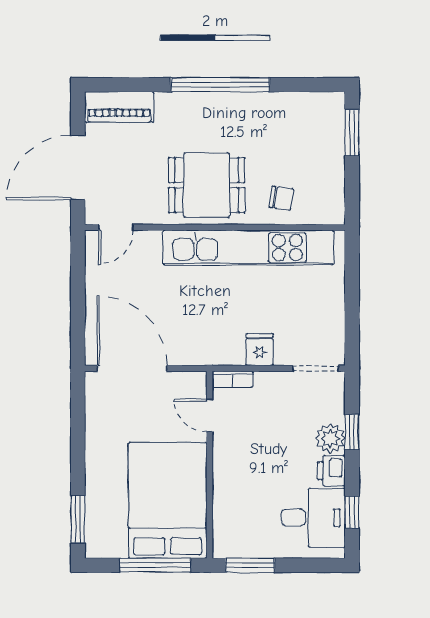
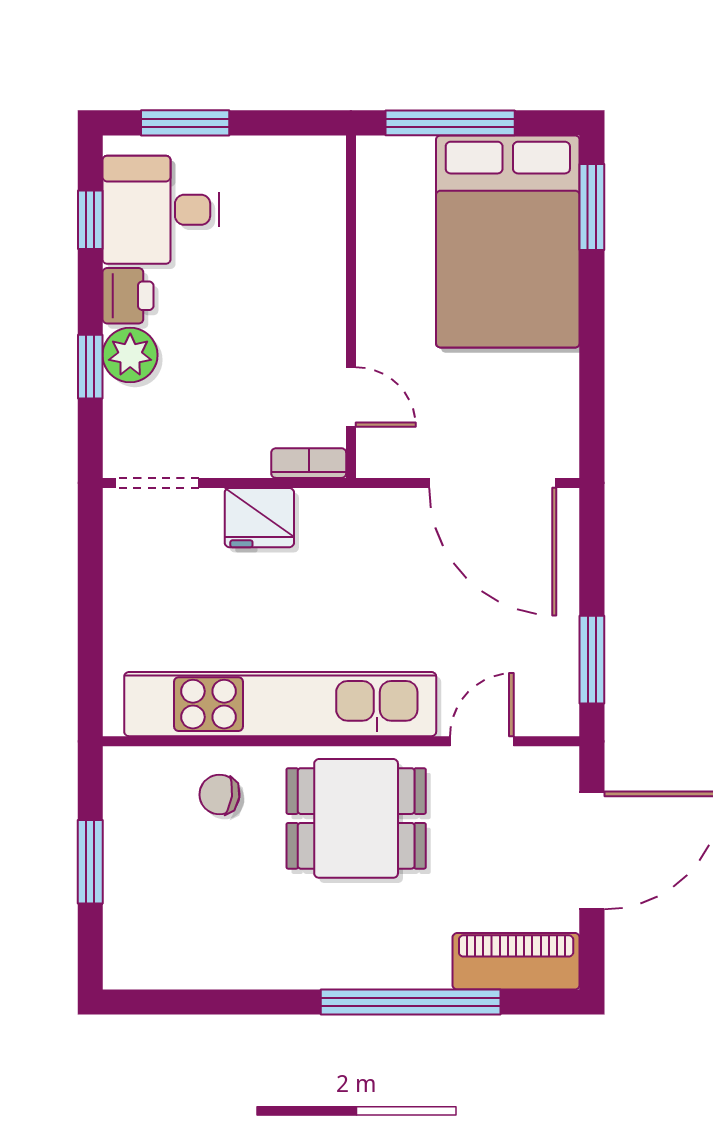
window: (220, 85) -> (411, 1002), moved
window: (352, 133) -> (90, 862), moved
door: (116, 227) -> (482, 741), moved
window: (78, 272) -> (592, 660), added
fridge: (260, 349) -> (259, 518), width x1.38
bed: (168, 500) -> (508, 241), moved
window: (250, 565) -> (185, 123), moved

